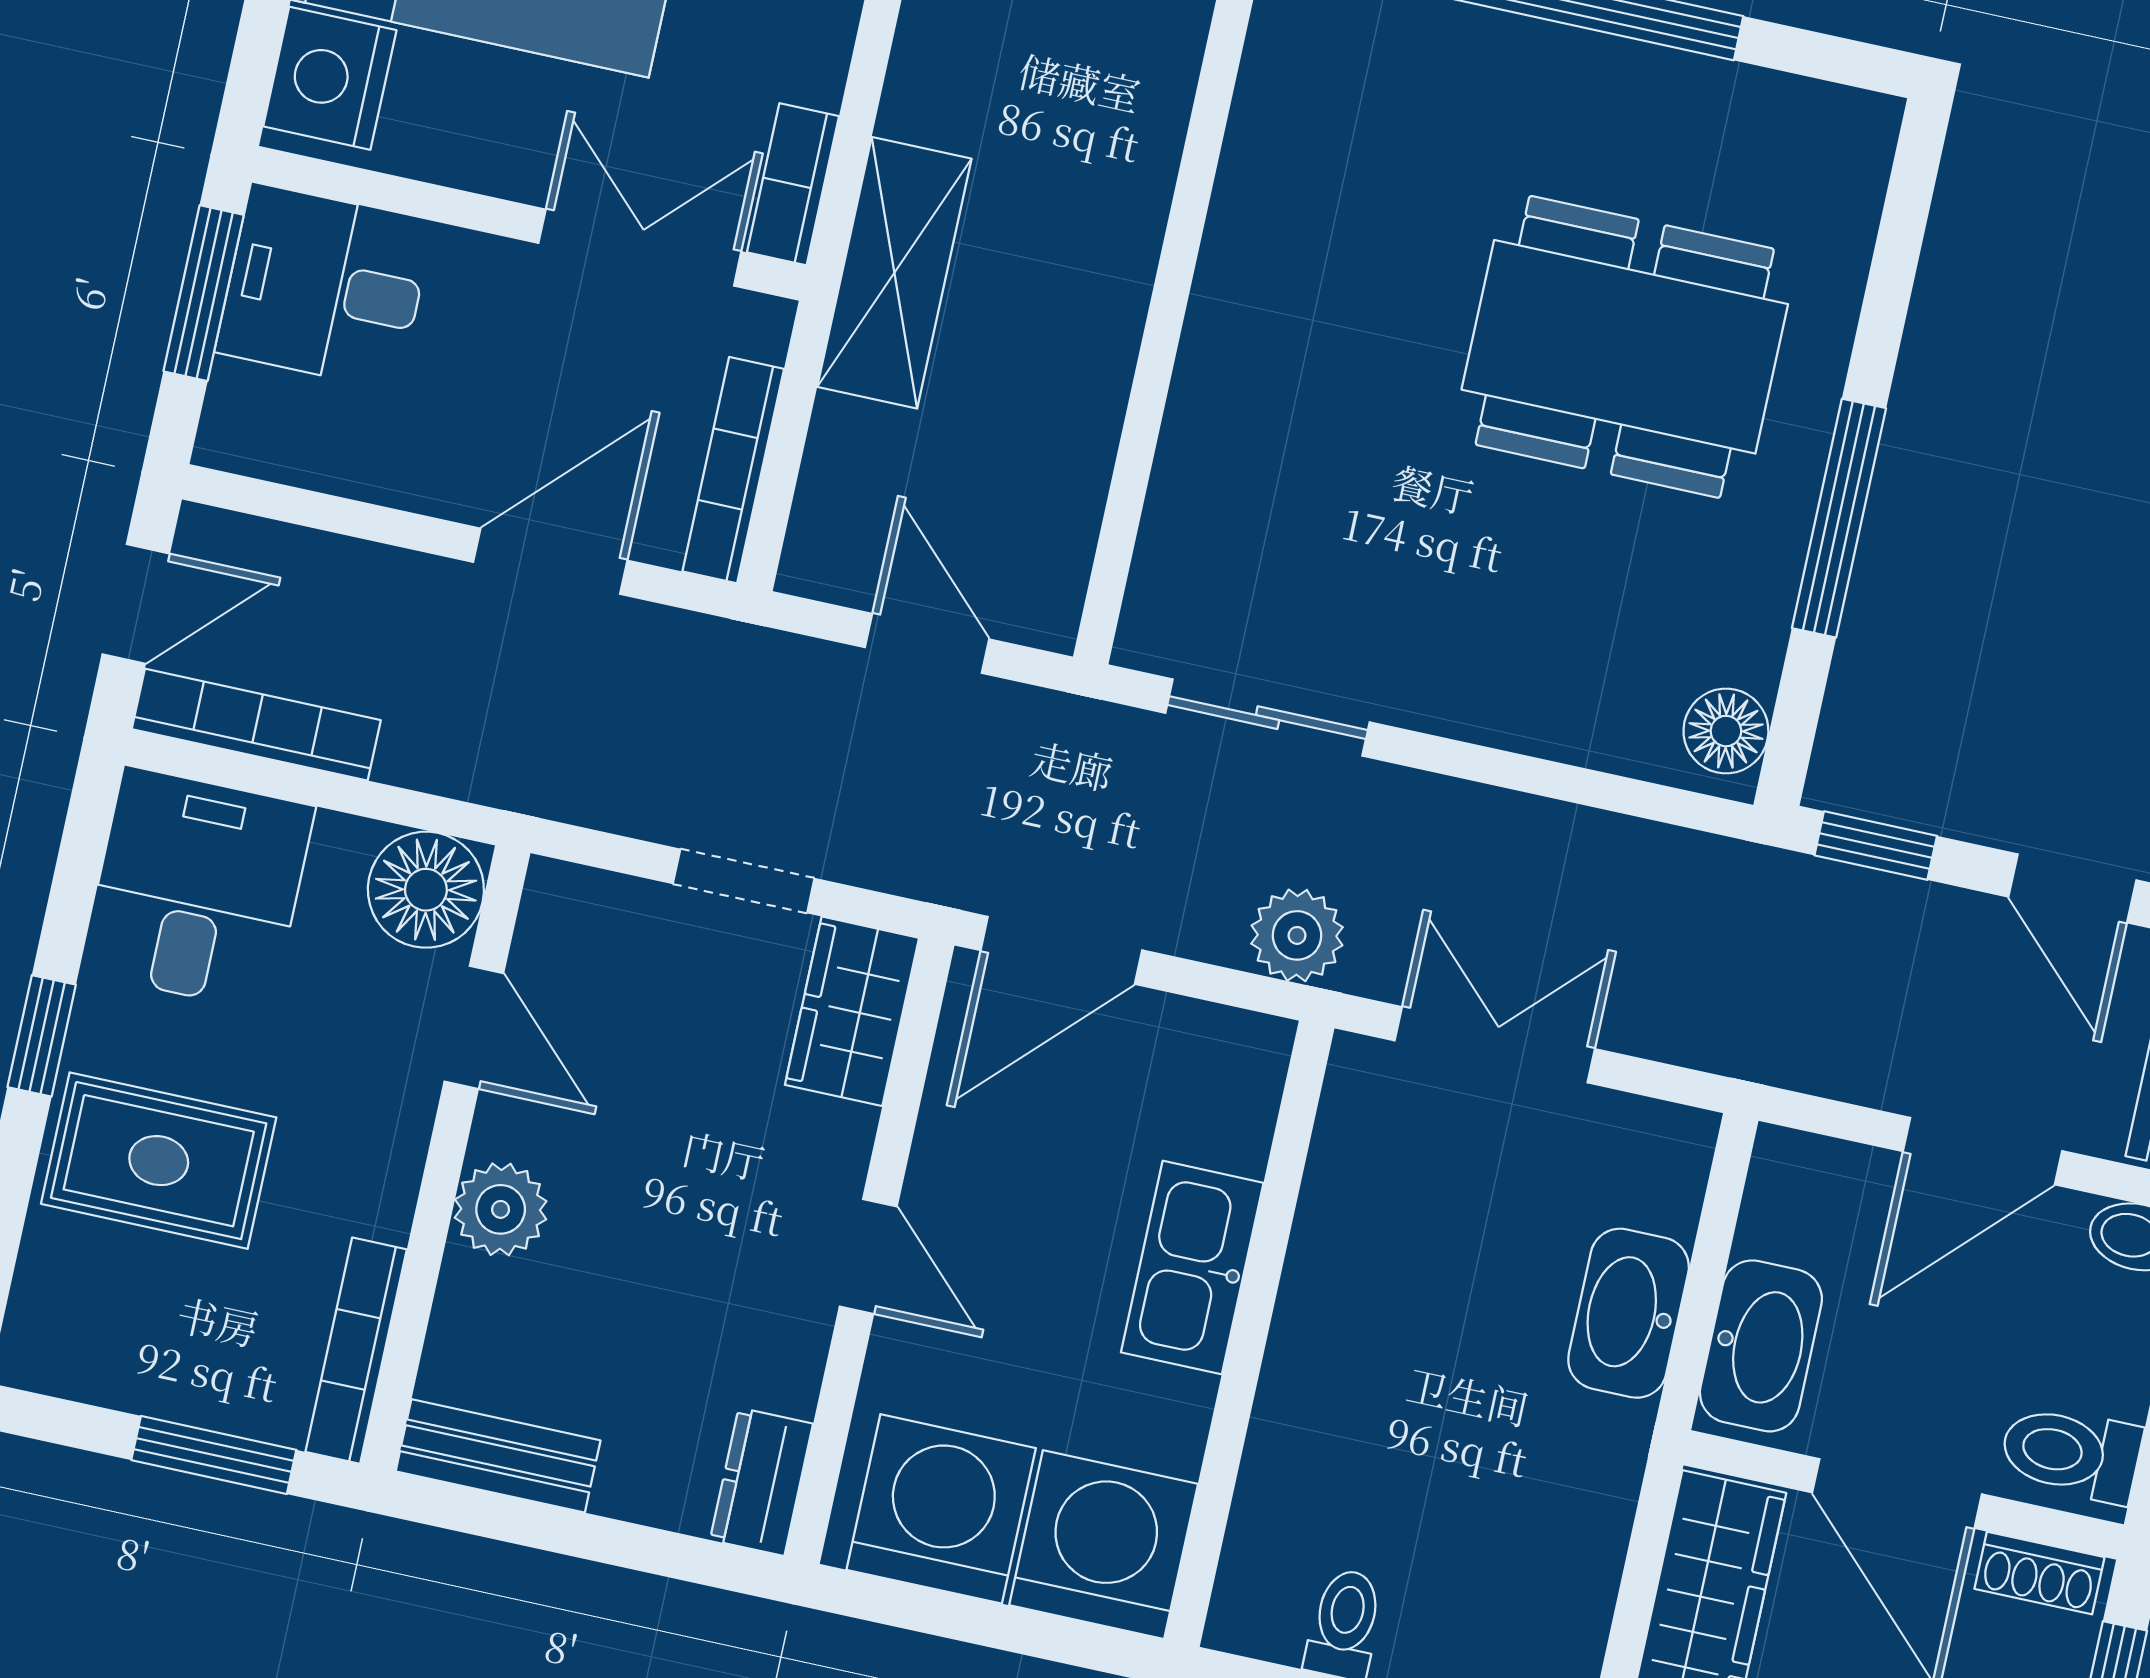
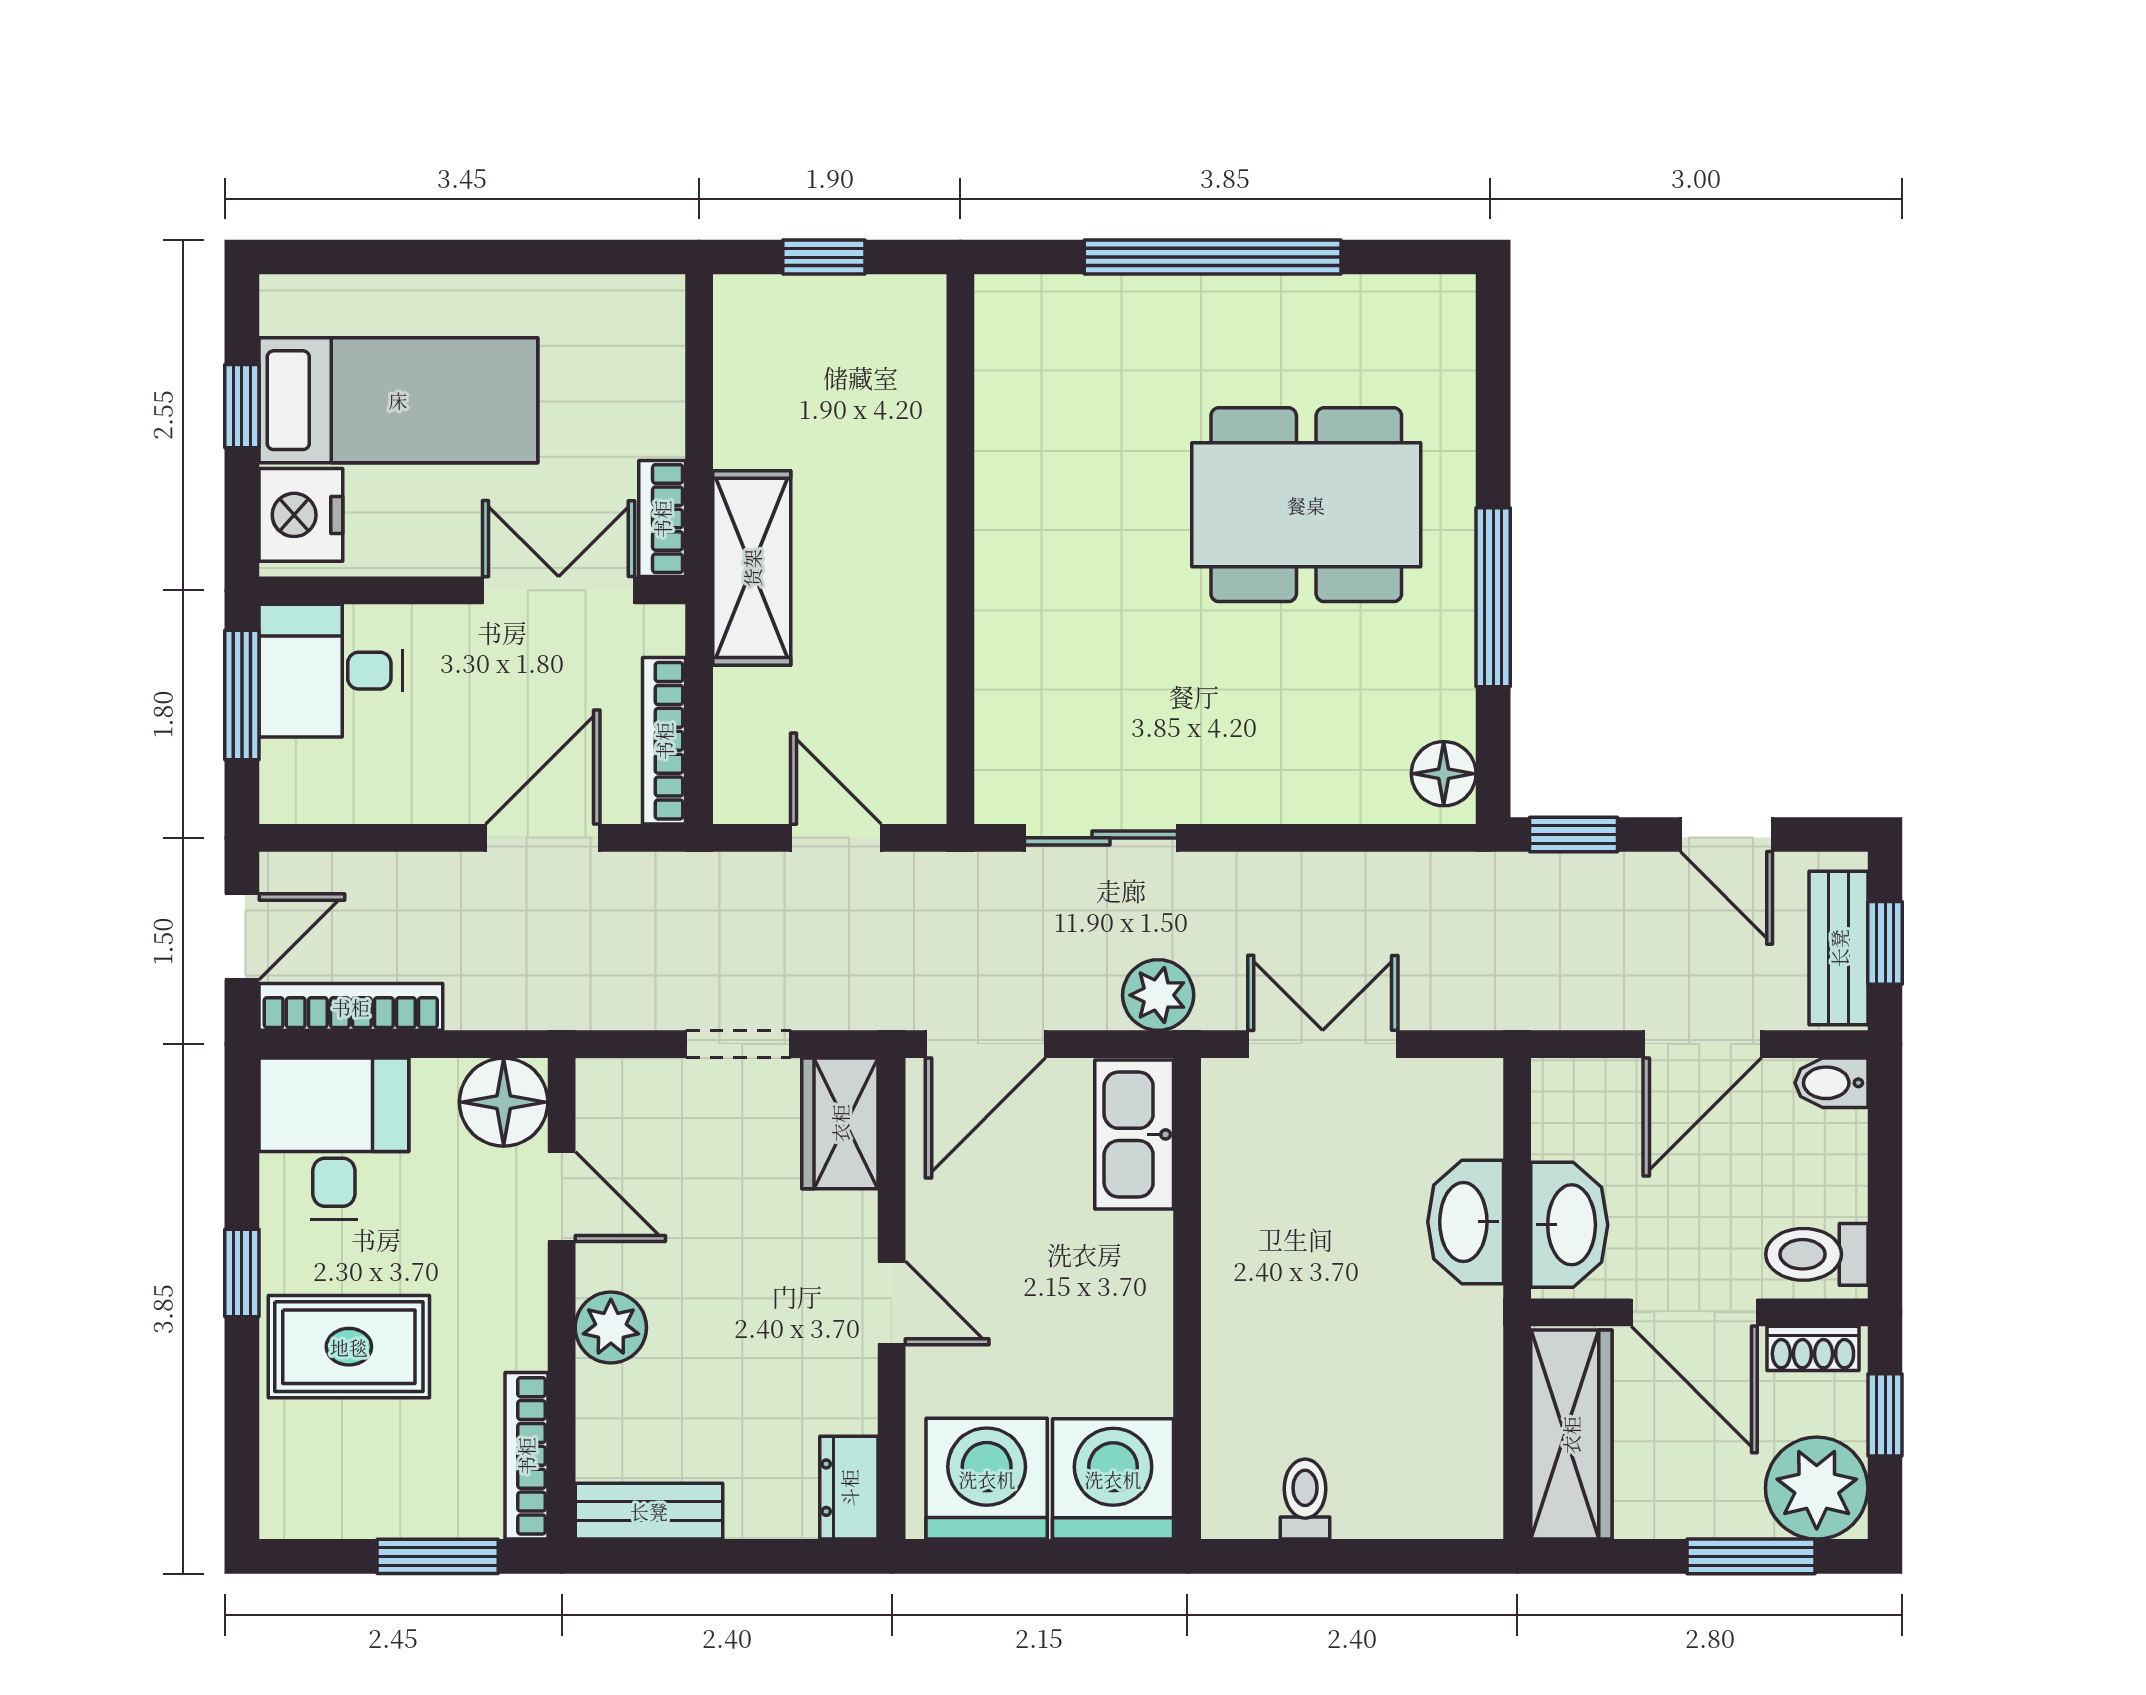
kitchen sink: (1192, 1268) -> (1134, 1134), moved

